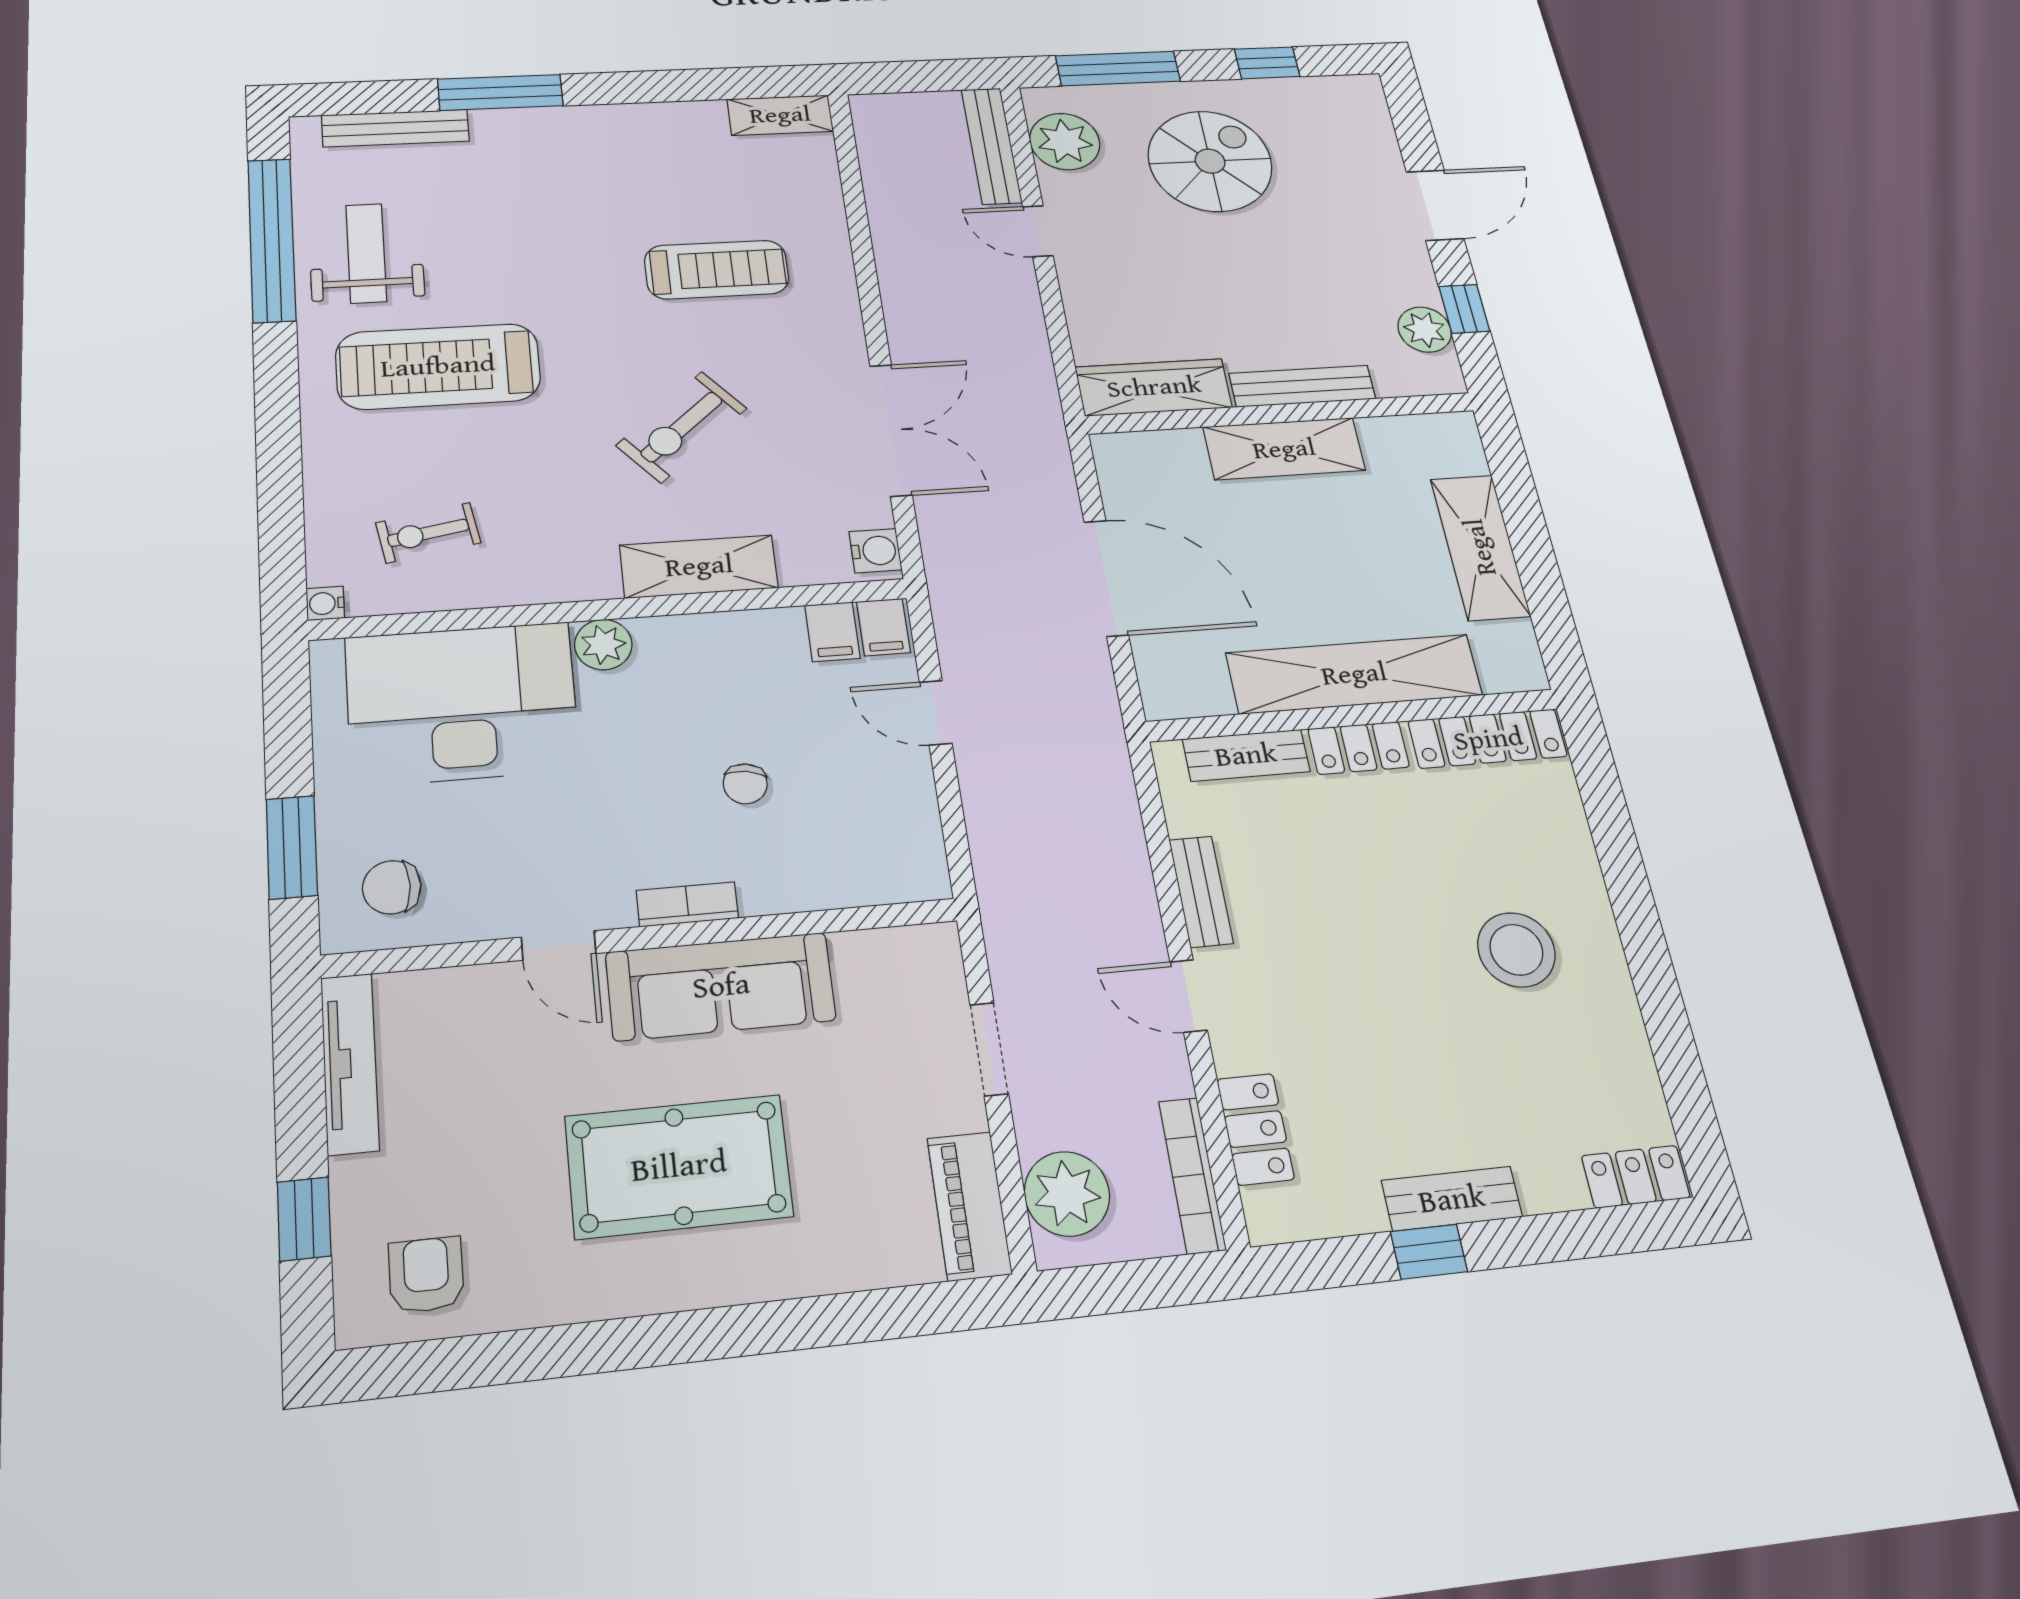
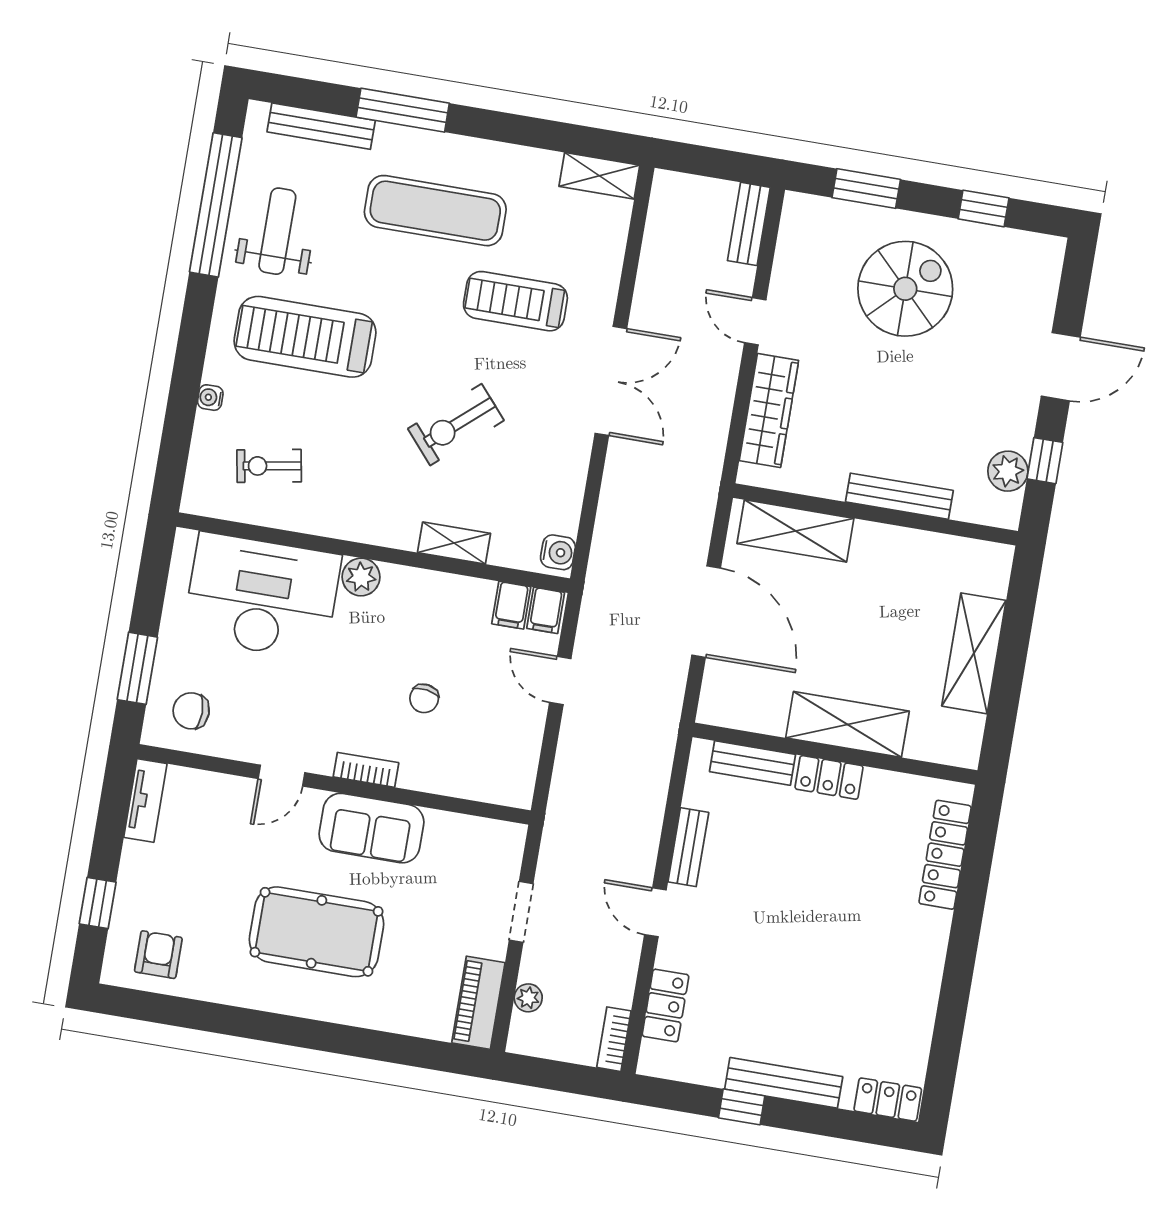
window: (1118, 69) -> (866, 189), width x0.69
plant: (1065, 142) -> (802, 247), removed
bench: (991, 146) -> (749, 224), width x0.73
exercise mat: (577, 191) -> (435, 211), added
treadmill: (717, 270) -> (515, 301), turned 180
wardrobe: (1154, 387) -> (769, 411), moved, turned 90
double door: (891, 430) -> (611, 381), moved
shelving: (1284, 449) -> (795, 531), moved
shelving: (699, 566) -> (454, 543), width x0.67, depth x0.75
water cooler: (325, 603) -> (210, 398), moved
shelving: (1354, 674) -> (847, 724), width x0.68
locker: (1488, 739) -> (945, 855), moved, turned 90
door: (559, 945) -> (282, 776), hinge flipped
stool: (1516, 950) -> (875, 940), removed
sofa: (721, 986) -> (371, 828), width x0.73
tv unit: (350, 1063) -> (145, 801), width x0.71
bookcase: (1192, 1175) -> (614, 1039), width x0.64
plant: (1067, 1194) -> (528, 998), width x0.53, depth x0.53
bench: (1452, 1199) -> (784, 1083), width x1.36

